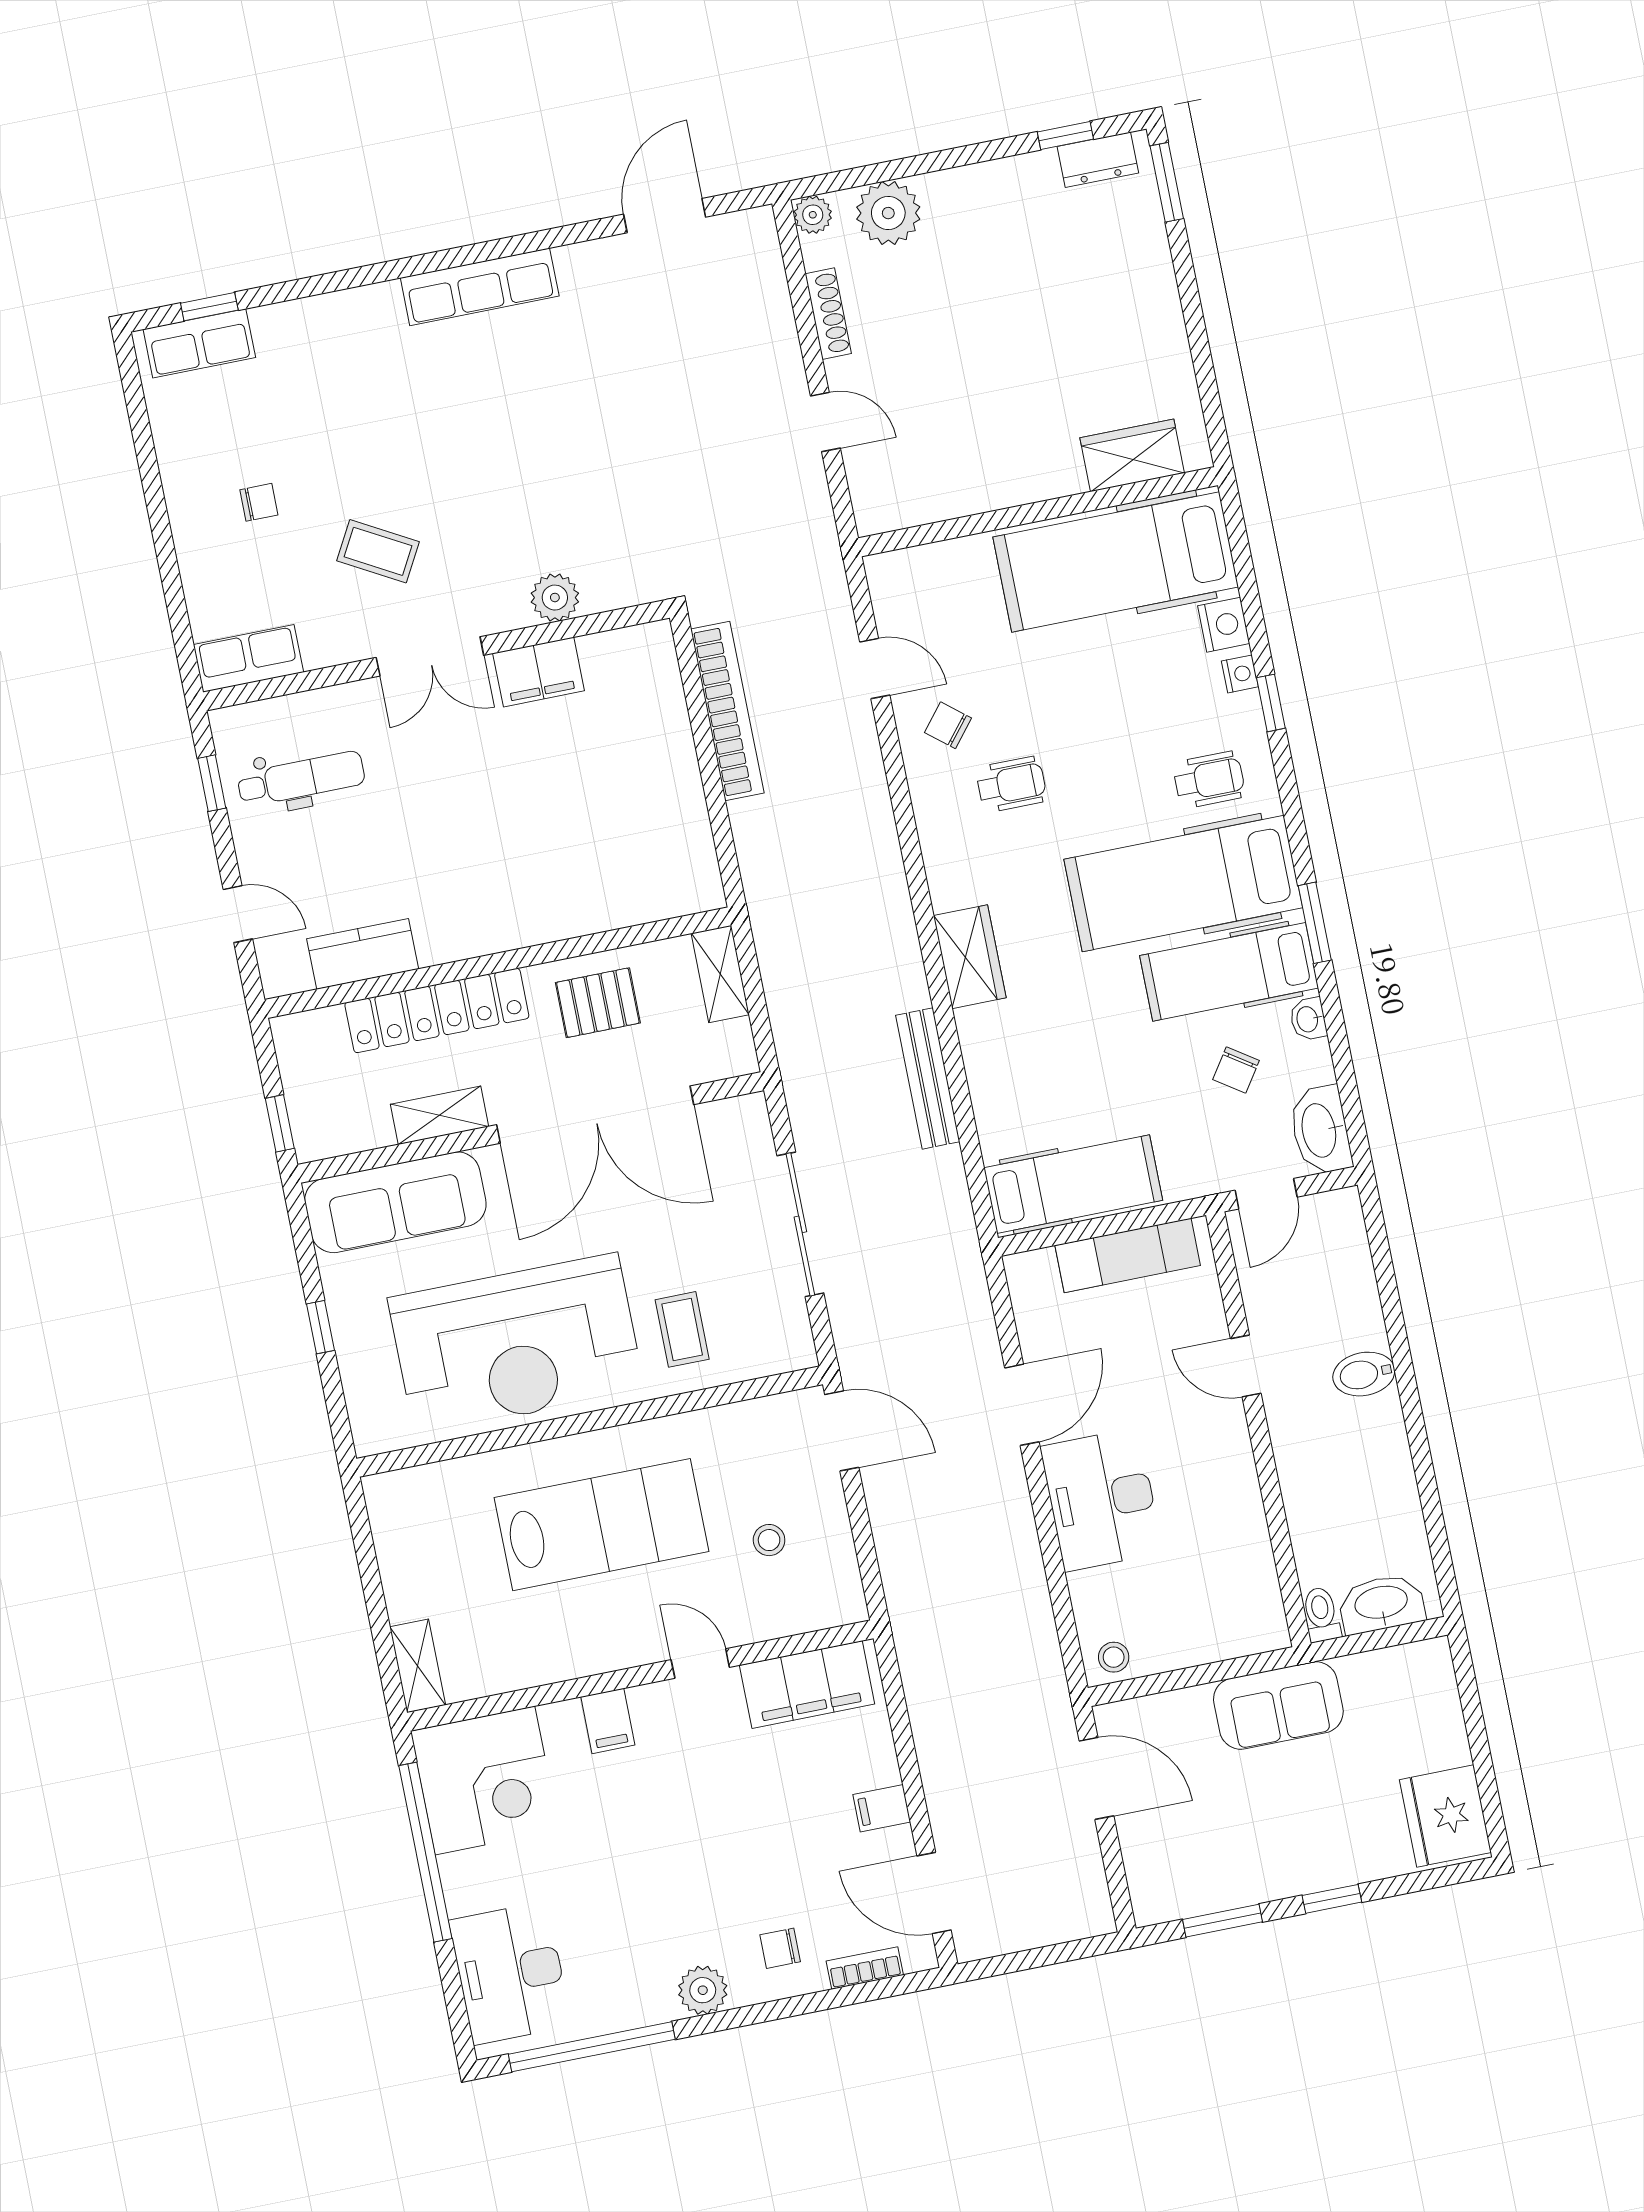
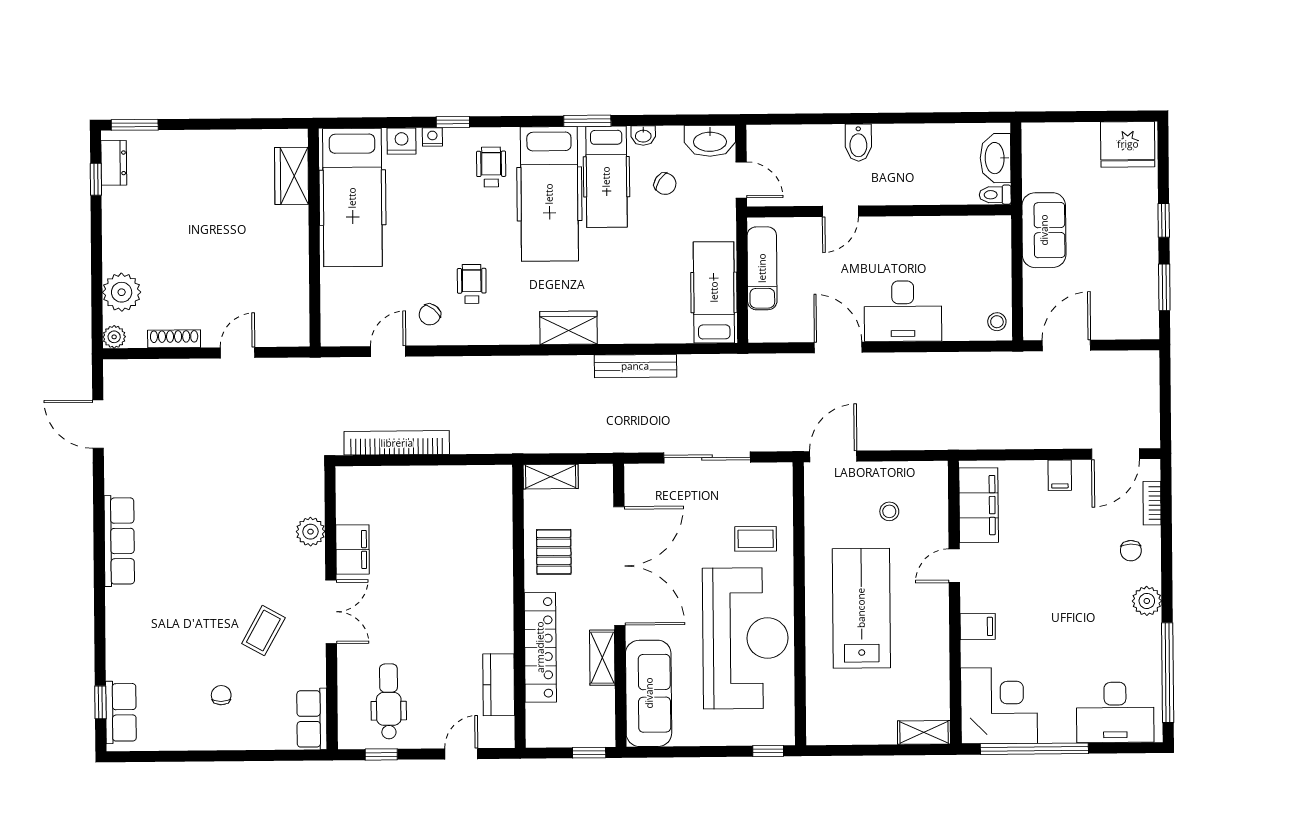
window: (320, 1327) -> (768, 751), moved

